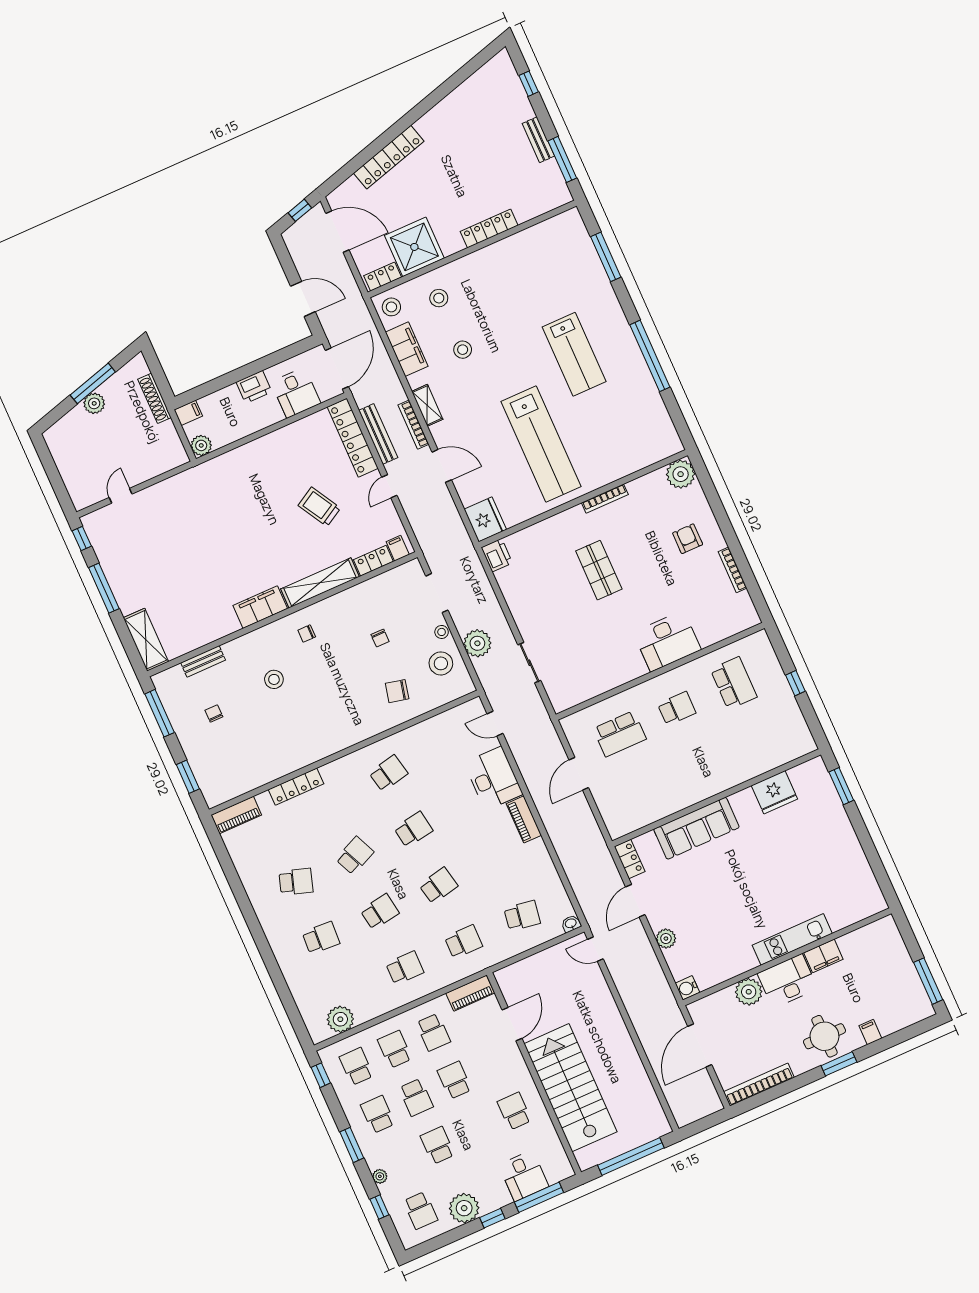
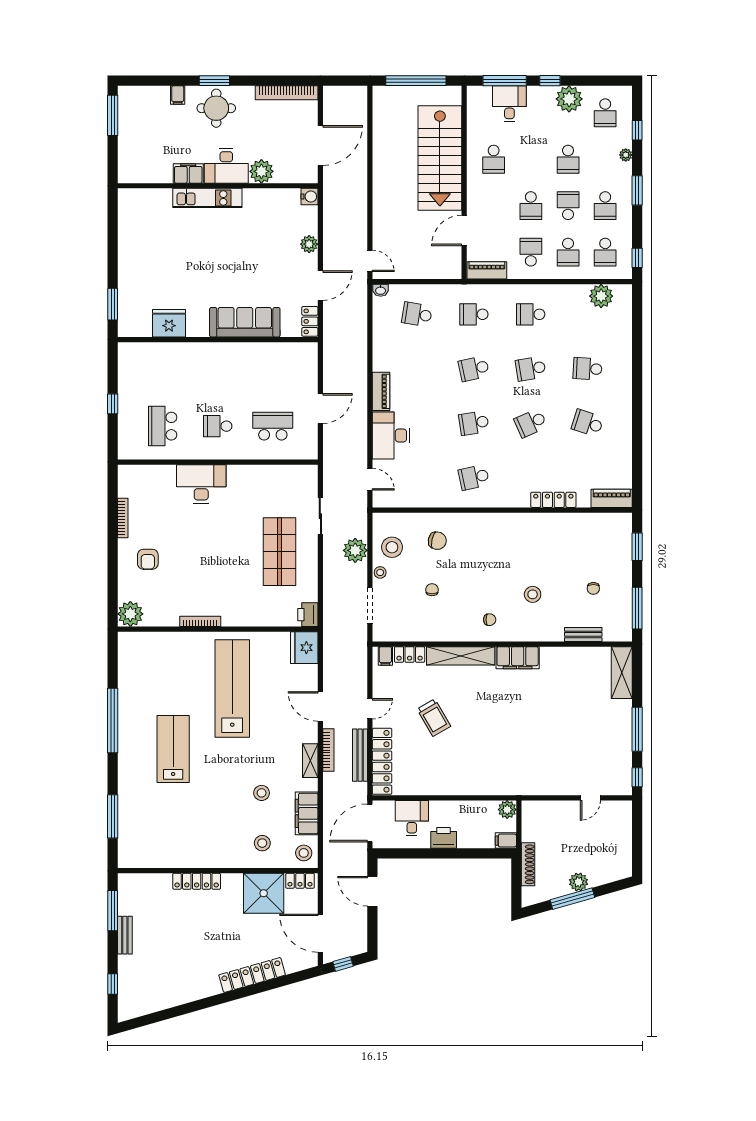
shop shelf: (599, 570) -> (279, 552), moved, width x1.43, depth x1.36
school desk: (420, 1210) -> (605, 113), turned 180

